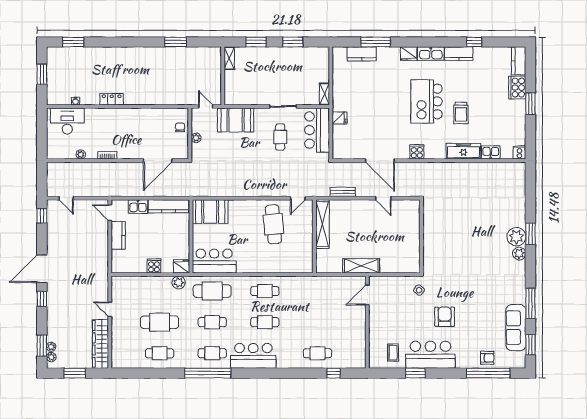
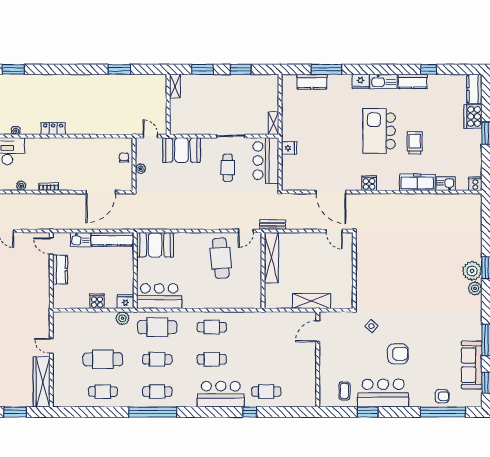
trolley: (461, 113) -> (415, 143), turned 180
bench: (343, 192) -> (273, 225), moved
wall: (421, 236) -> (354, 271), moved
armchair: (445, 317) -> (398, 354), turned 90
bar counter: (253, 356) -> (221, 394), moved
window: (334, 373) -> (250, 412), moved

